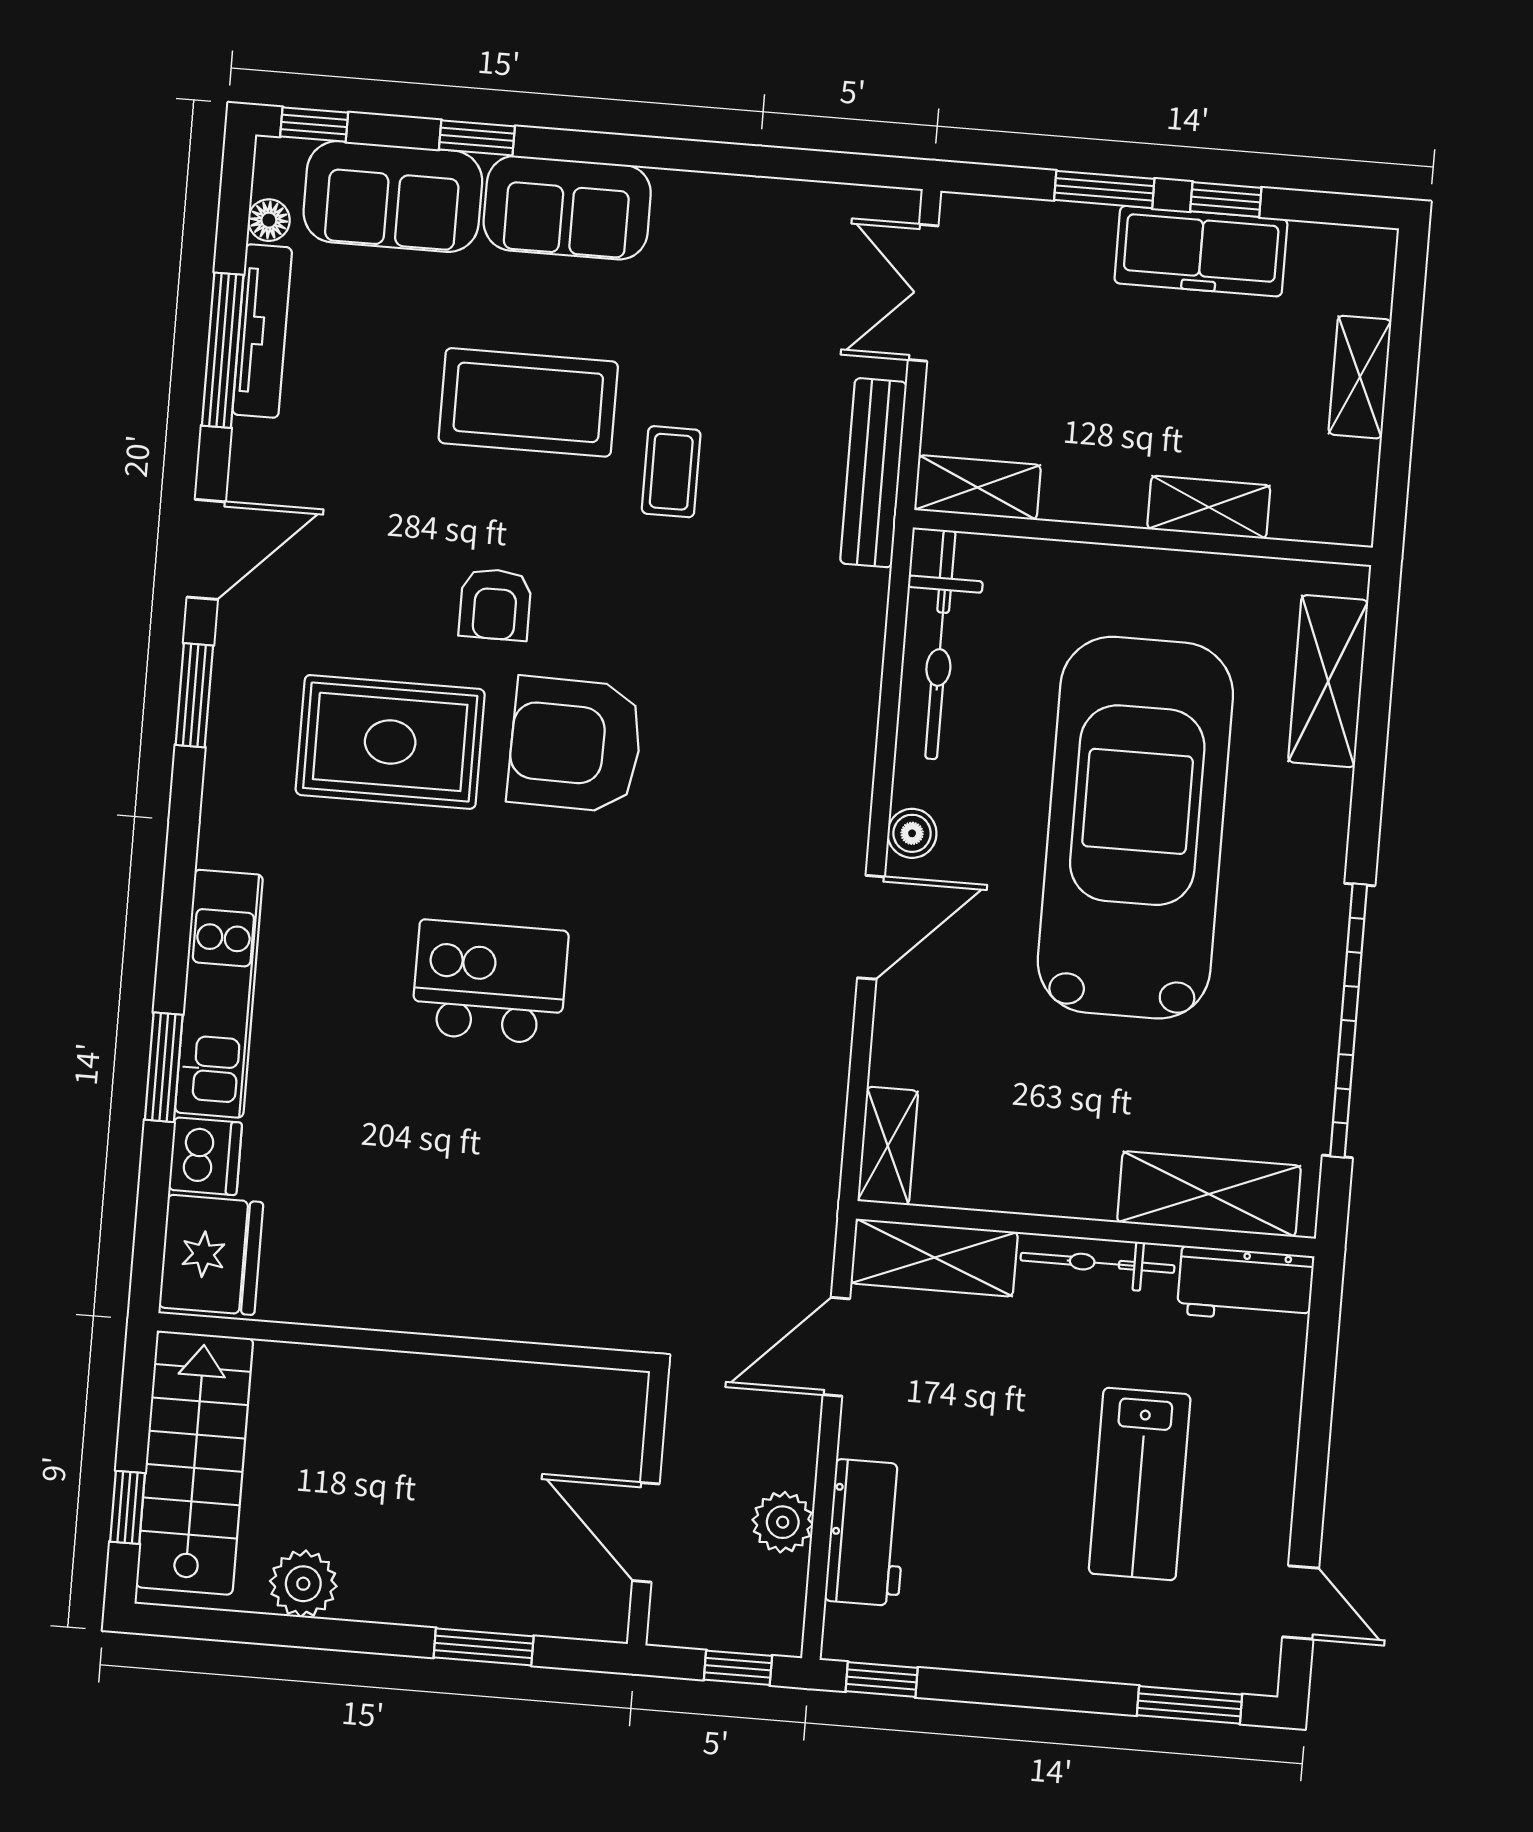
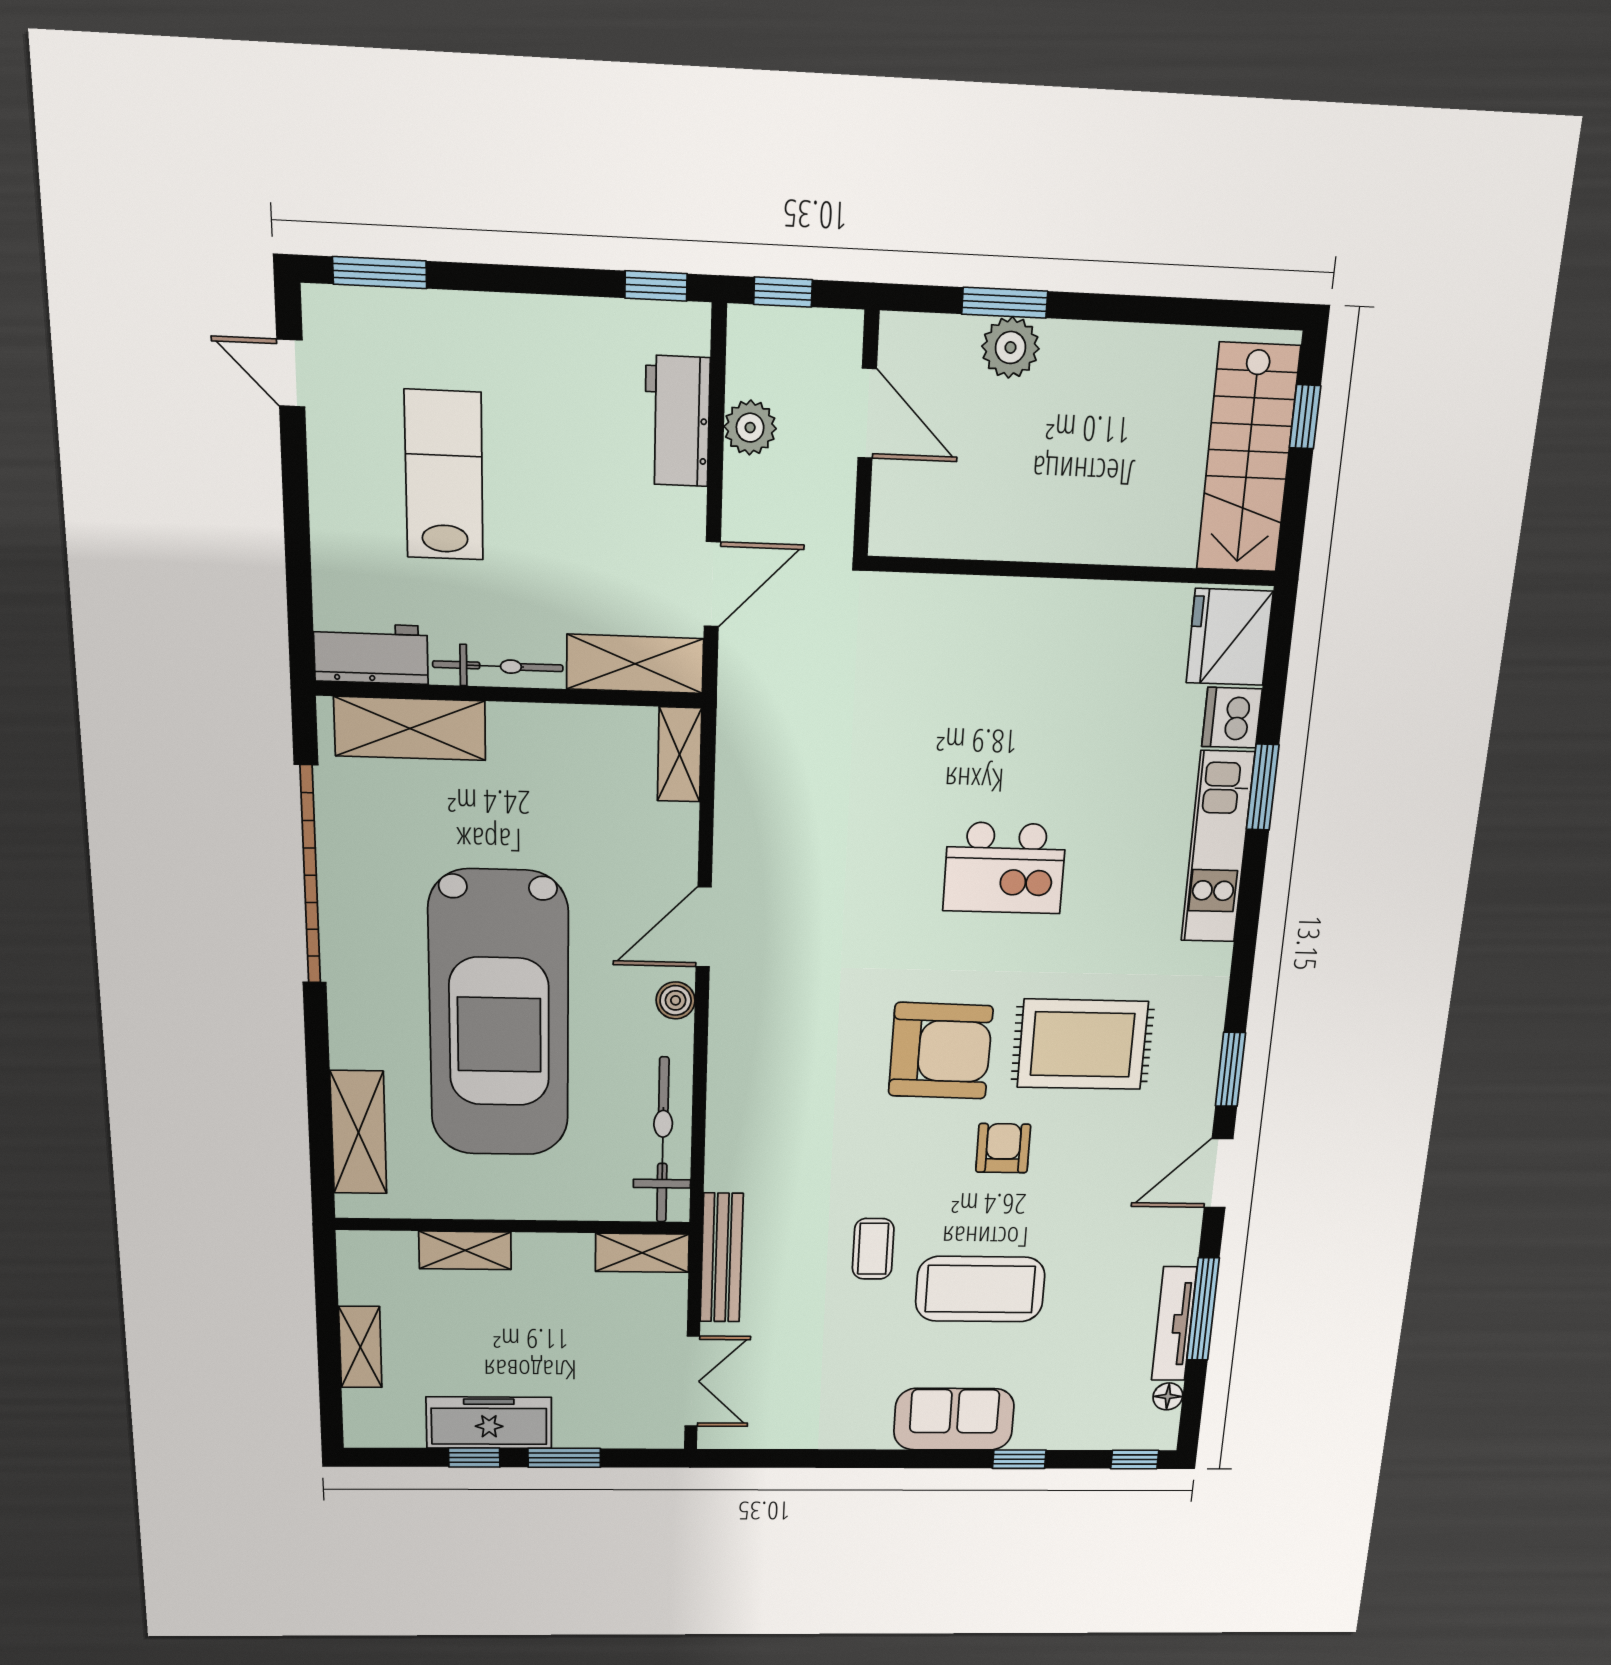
sofa: (393, 197) -> (1079, 1418), removed
plant: (303, 1584) -> (1010, 347), moved

